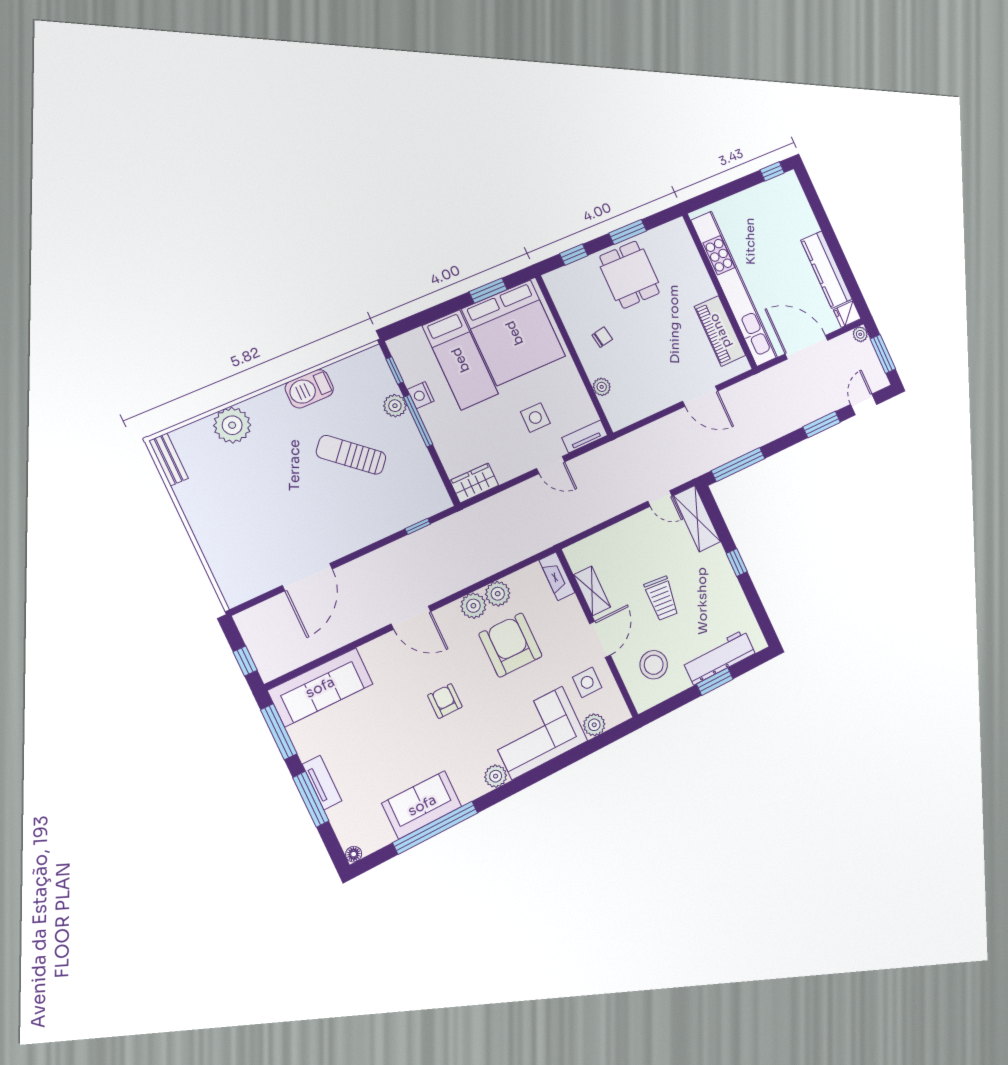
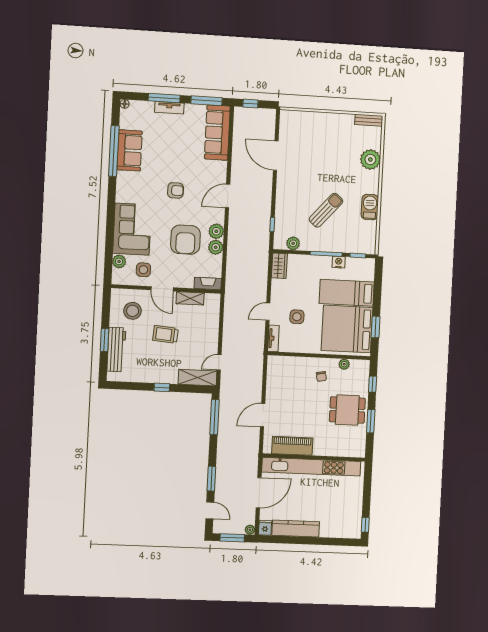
plant: (602, 387) -> (344, 364), moved
plant: (395, 406) -> (293, 243), moved
armchair: (510, 645) -> (185, 240), turned 90
plant: (496, 776) -> (122, 196), removed

